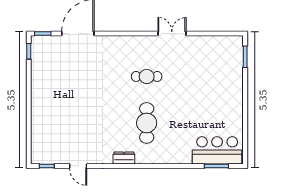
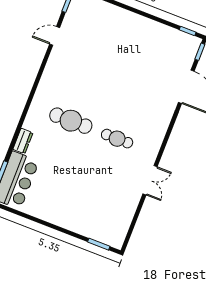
cafe table: (147, 76) -> (117, 139), turned 90
dresser: (124, 158) -> (23, 141), moved

